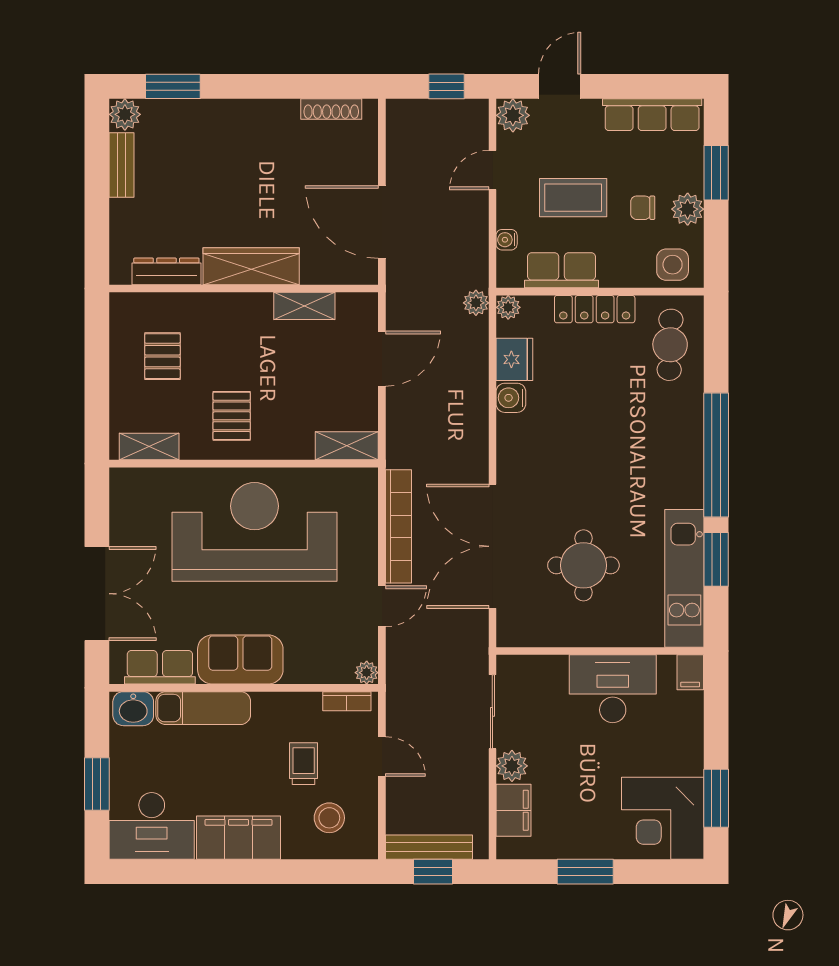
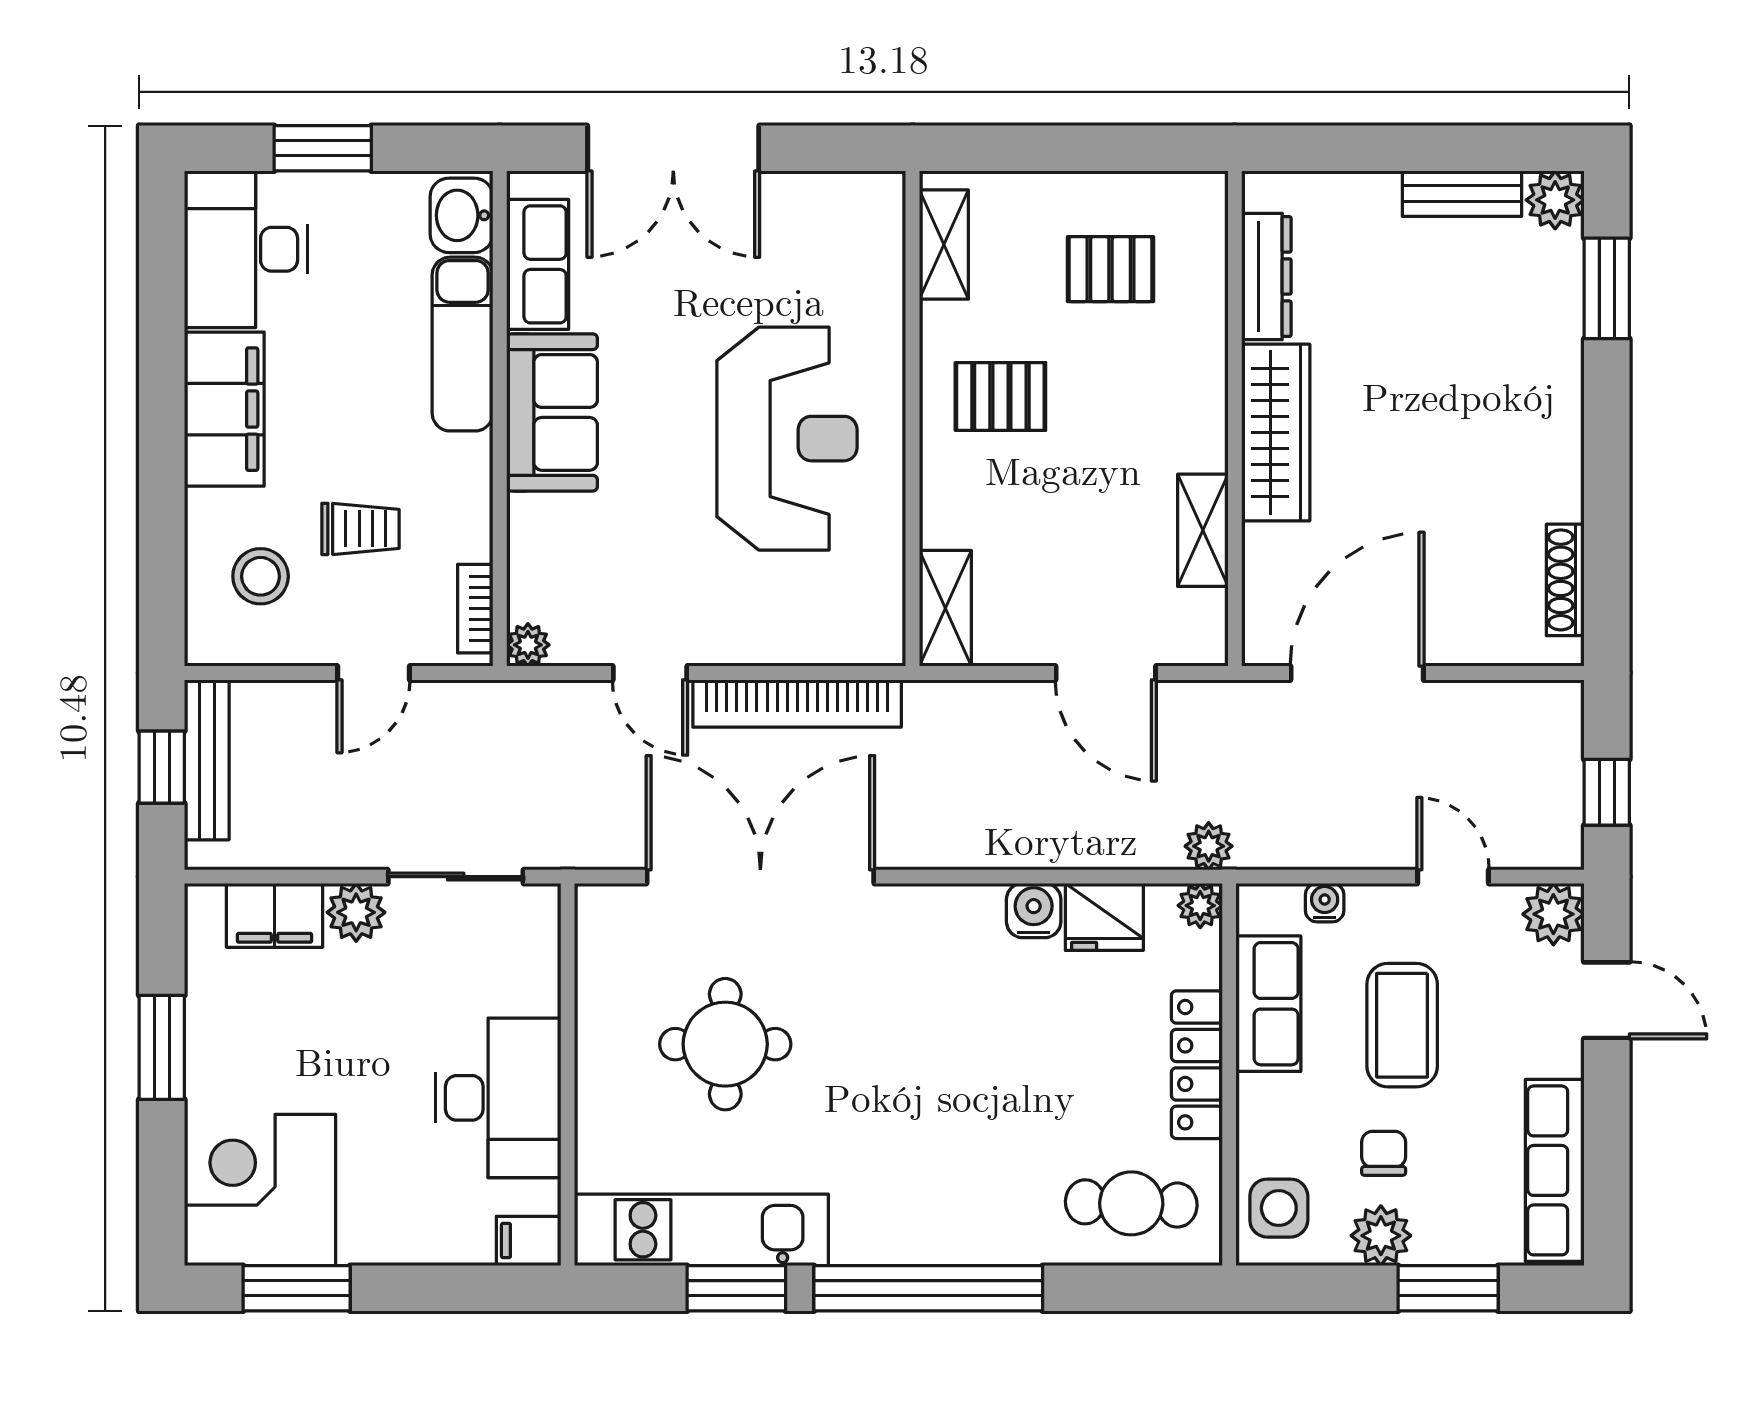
reception desk: (255, 532) -> (787, 439), width x0.74, depth x0.77

